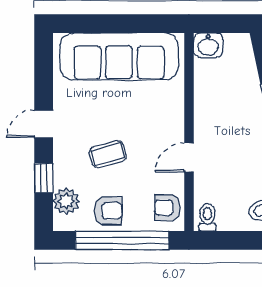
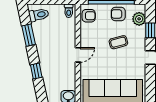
door: (189, 157) -> (78, 55), moved

